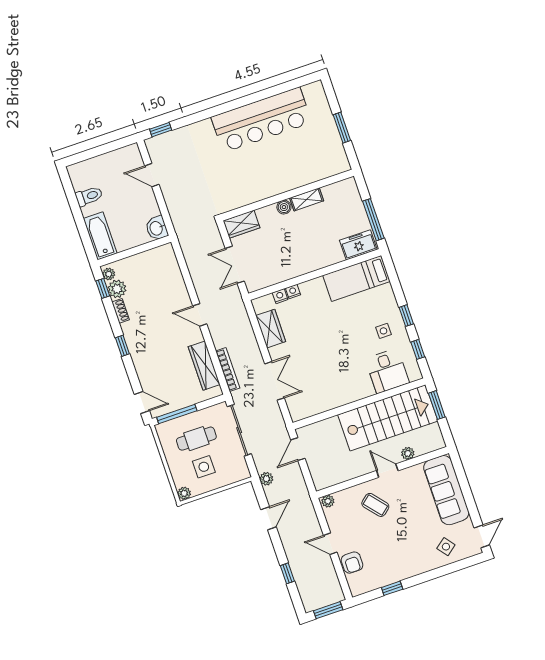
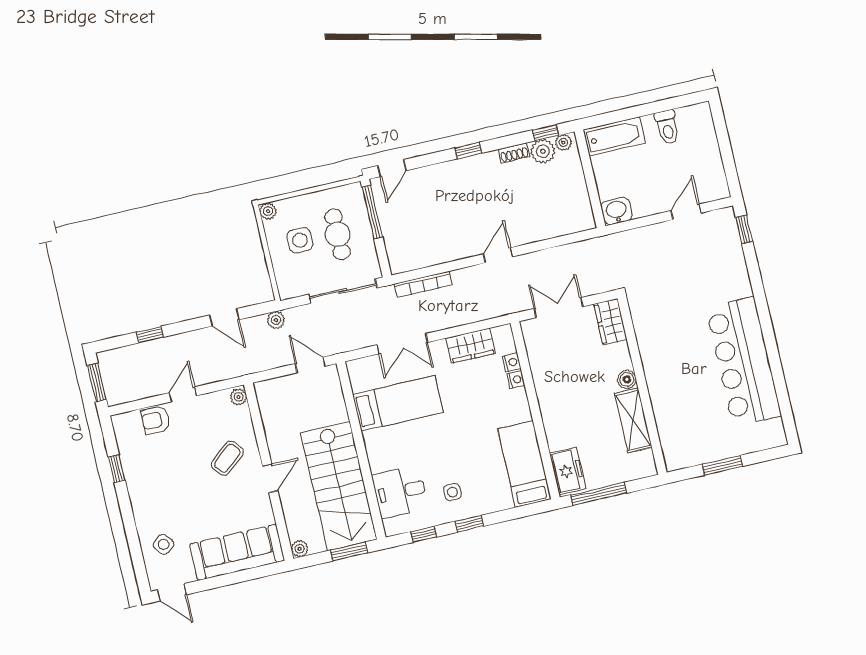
shelving: (307, 199) -> (633, 420), width x1.50, depth x1.33
wardrobe: (204, 366) -> (431, 254), removed
bed: (320, 379) -> (398, 403), added
plant: (408, 453) -> (300, 549), moved

